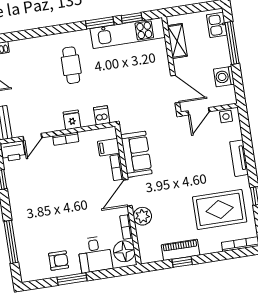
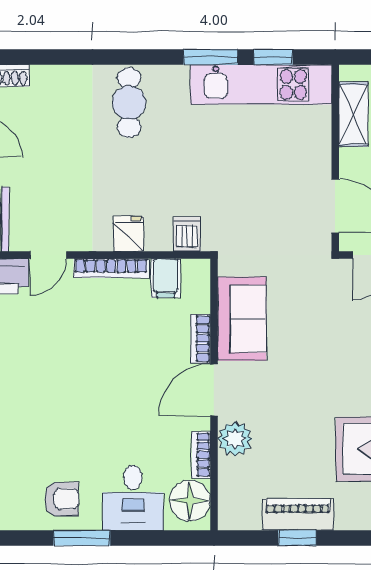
cafe table: (71, 65) -> (129, 103), moved
bookcase: (66, 139) -> (111, 268), width x1.56
filing cabinet: (109, 147) -> (166, 278), moved, turned -90

